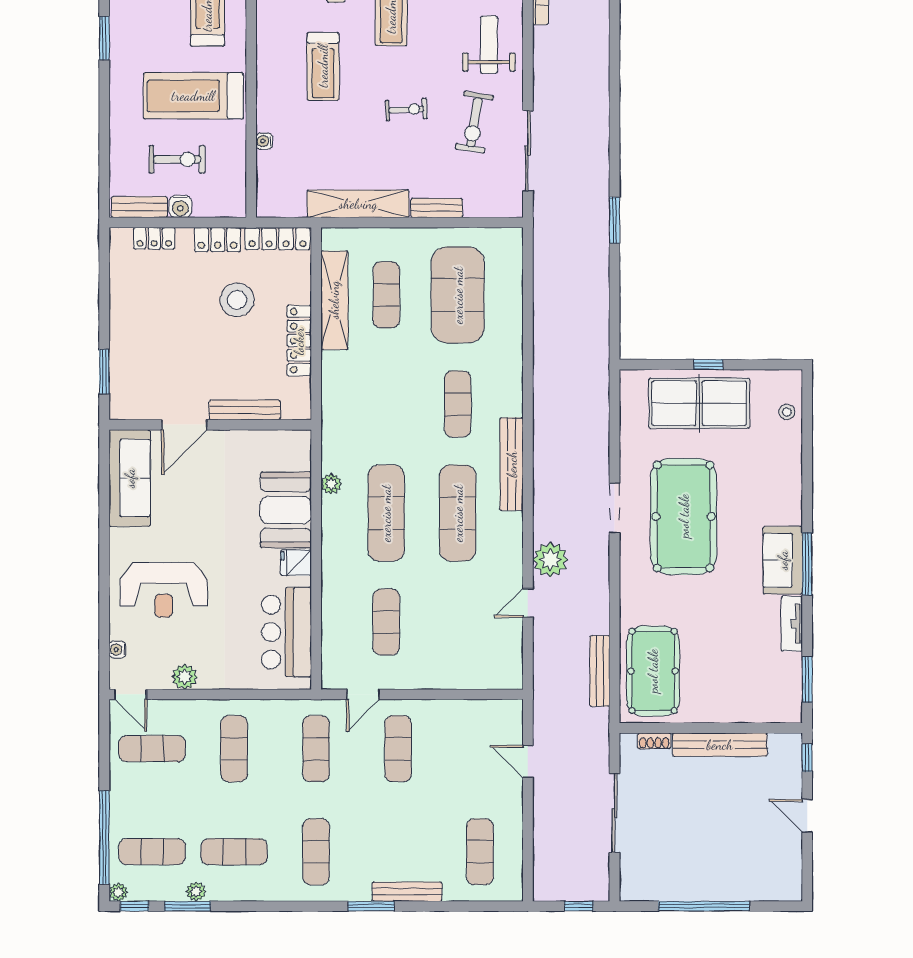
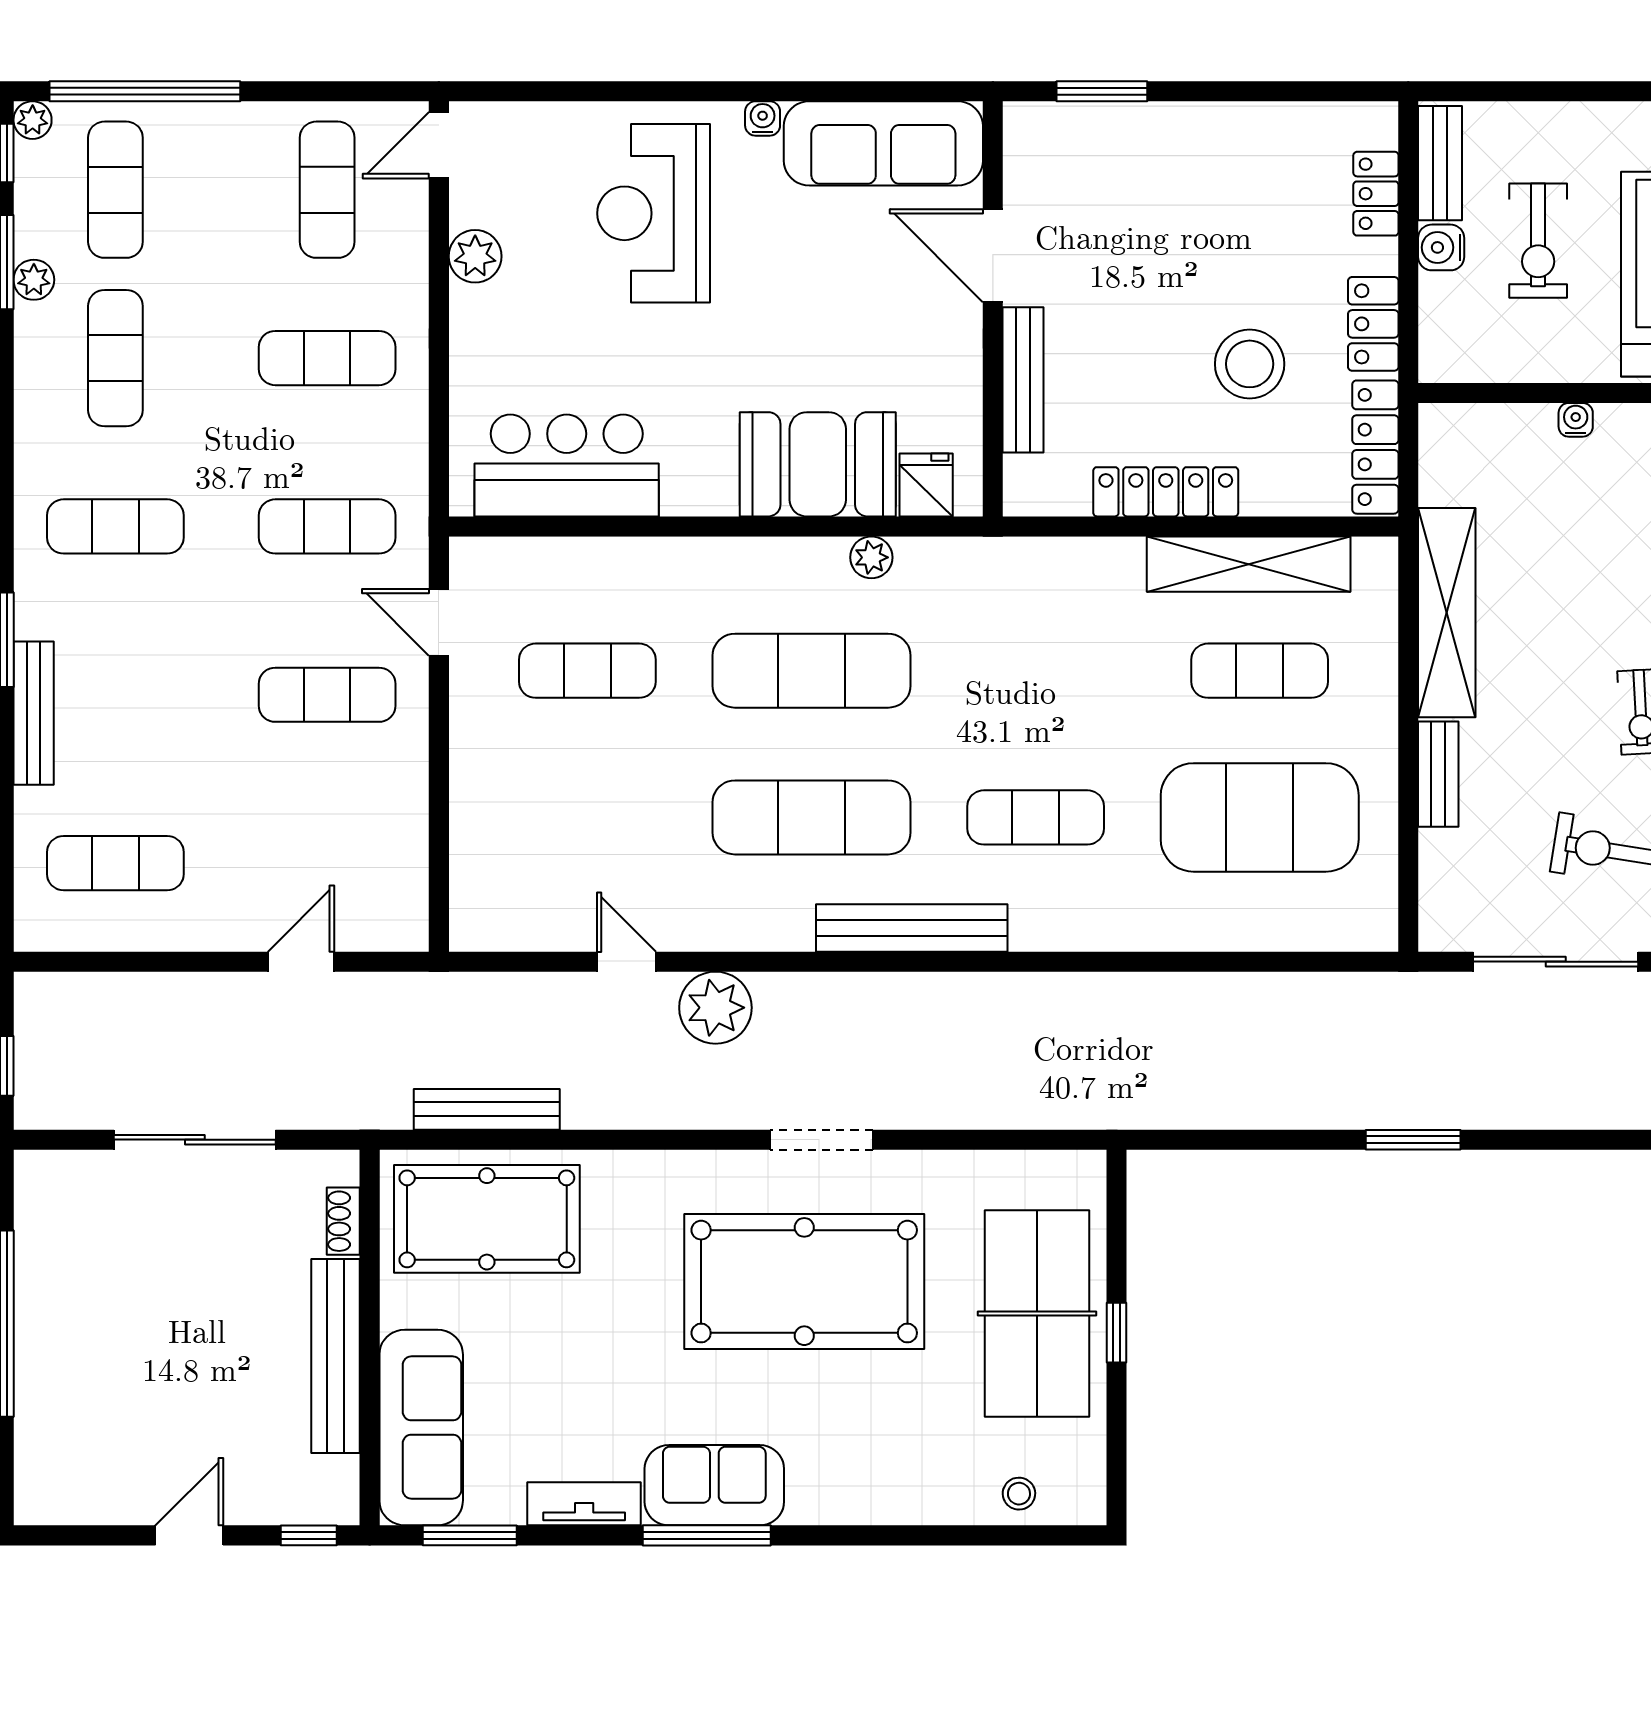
fridge: (296, 563) -> (926, 485), moved
water cooler: (118, 650) -> (763, 118), moved
sofa: (755, 703) -> (421, 1428), added

